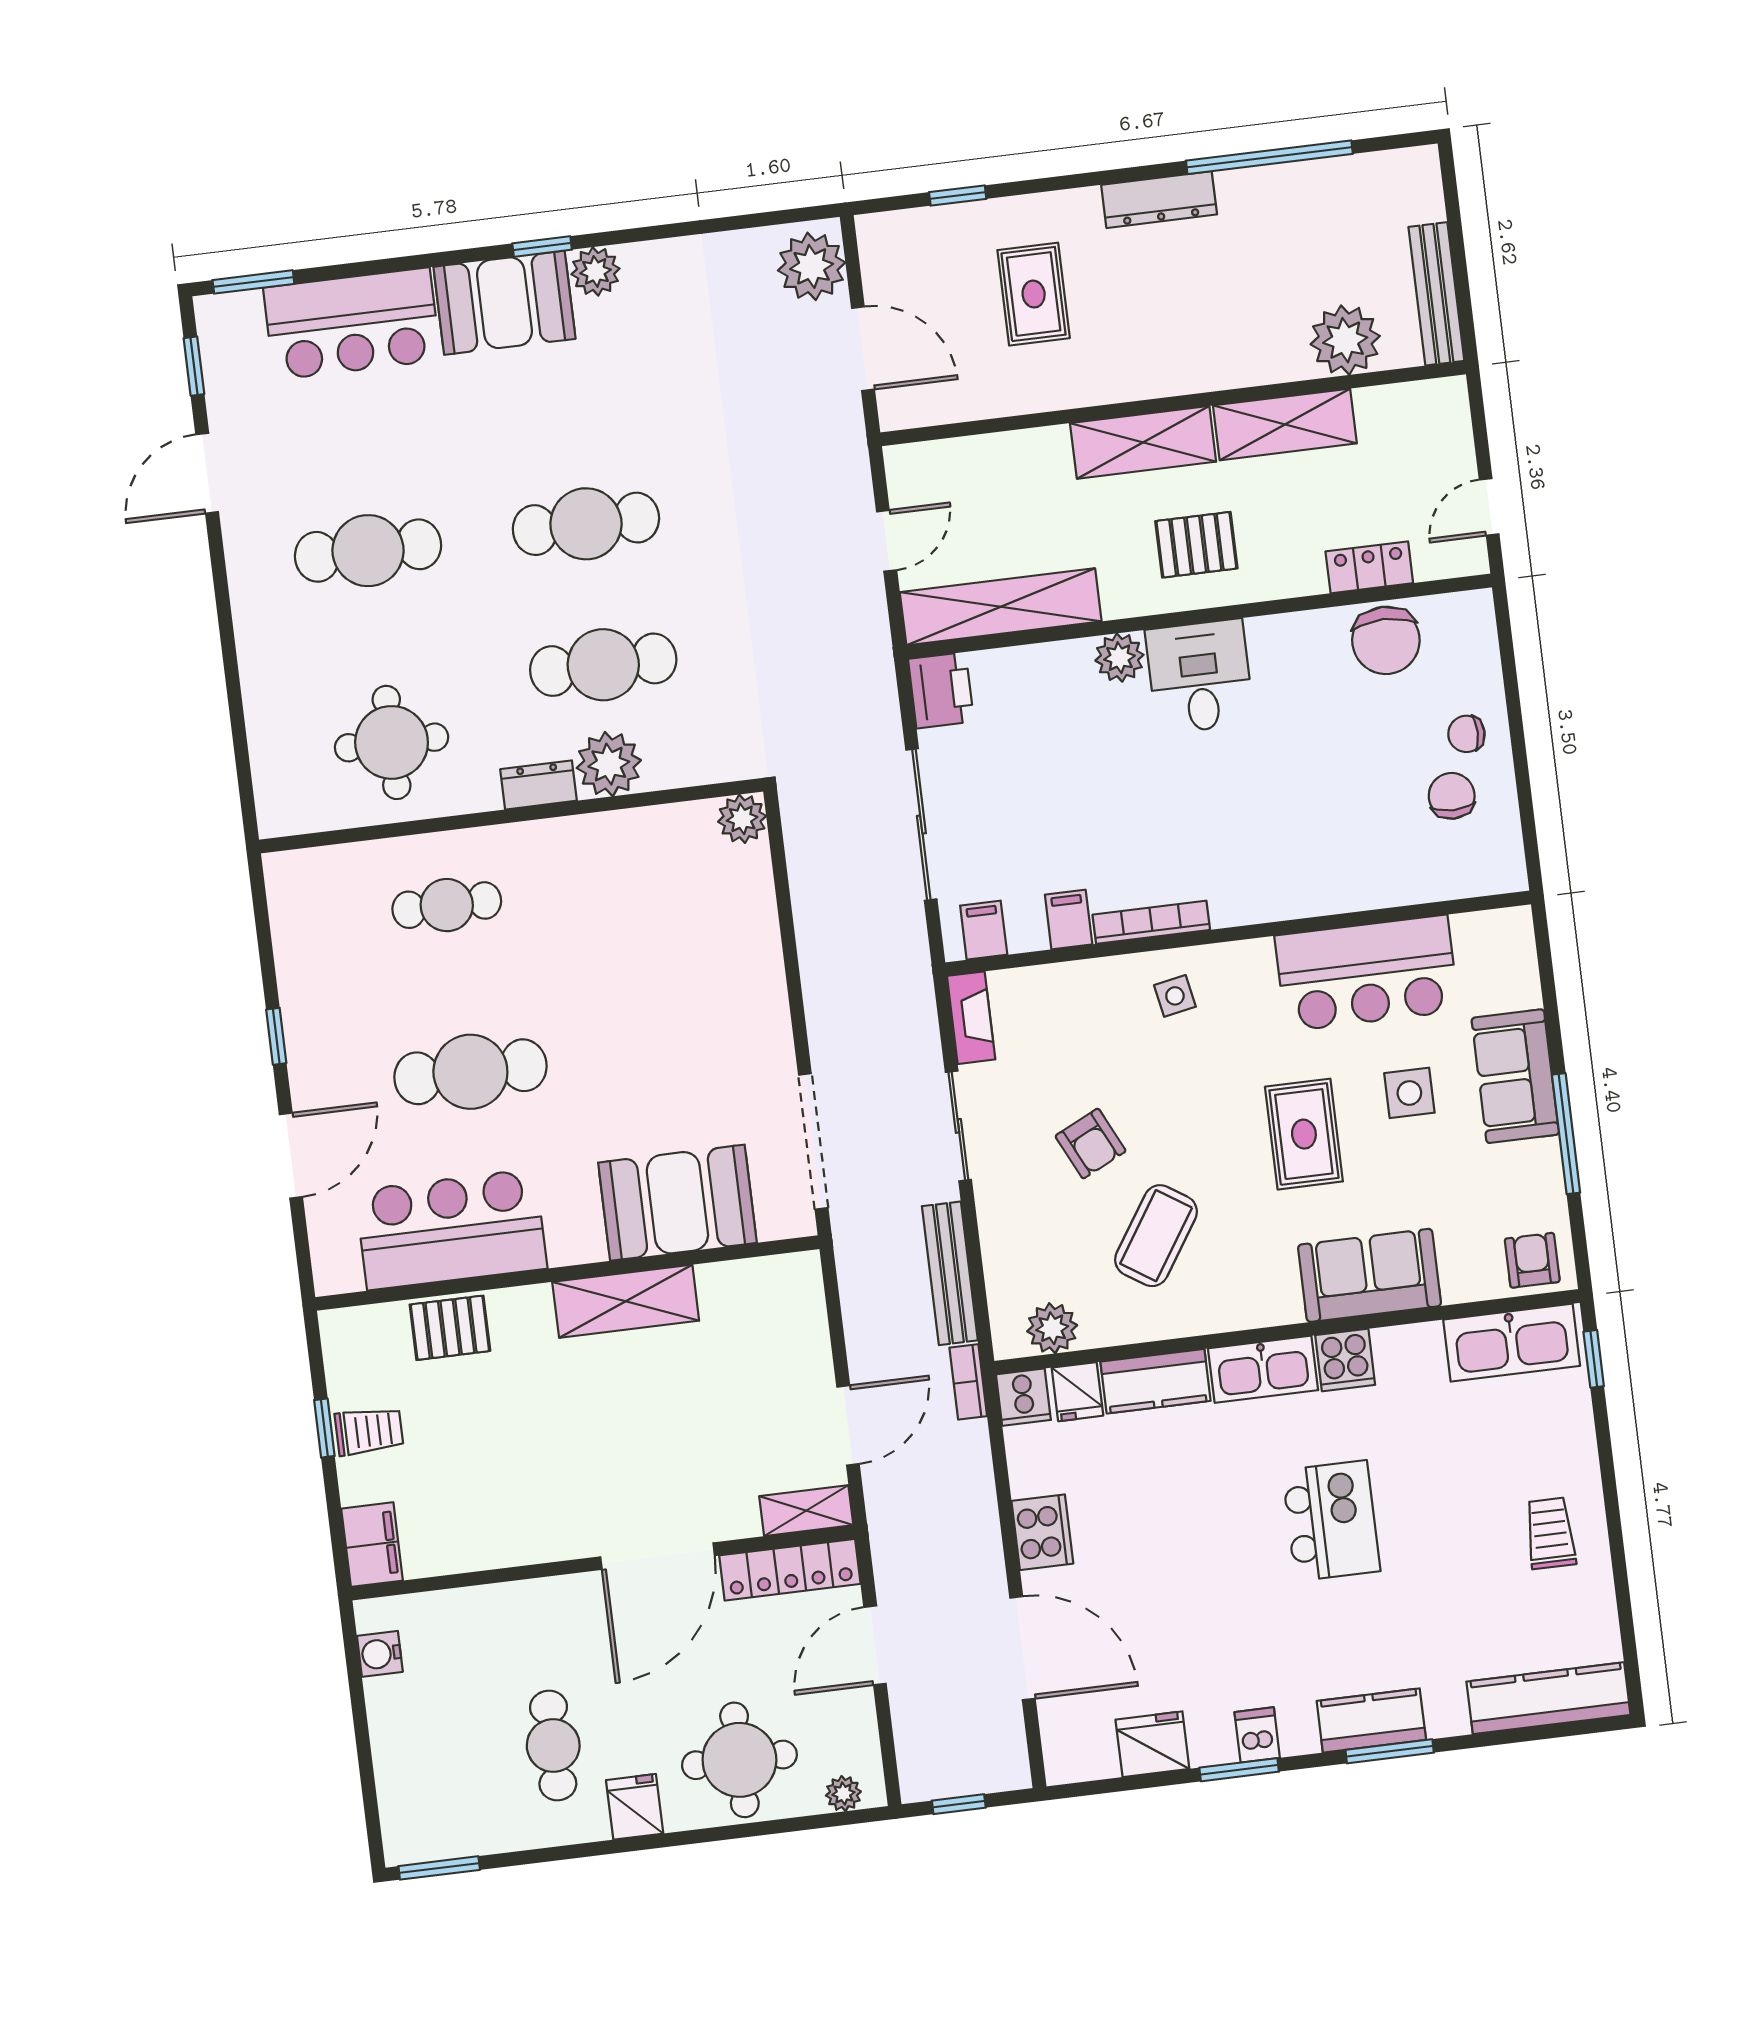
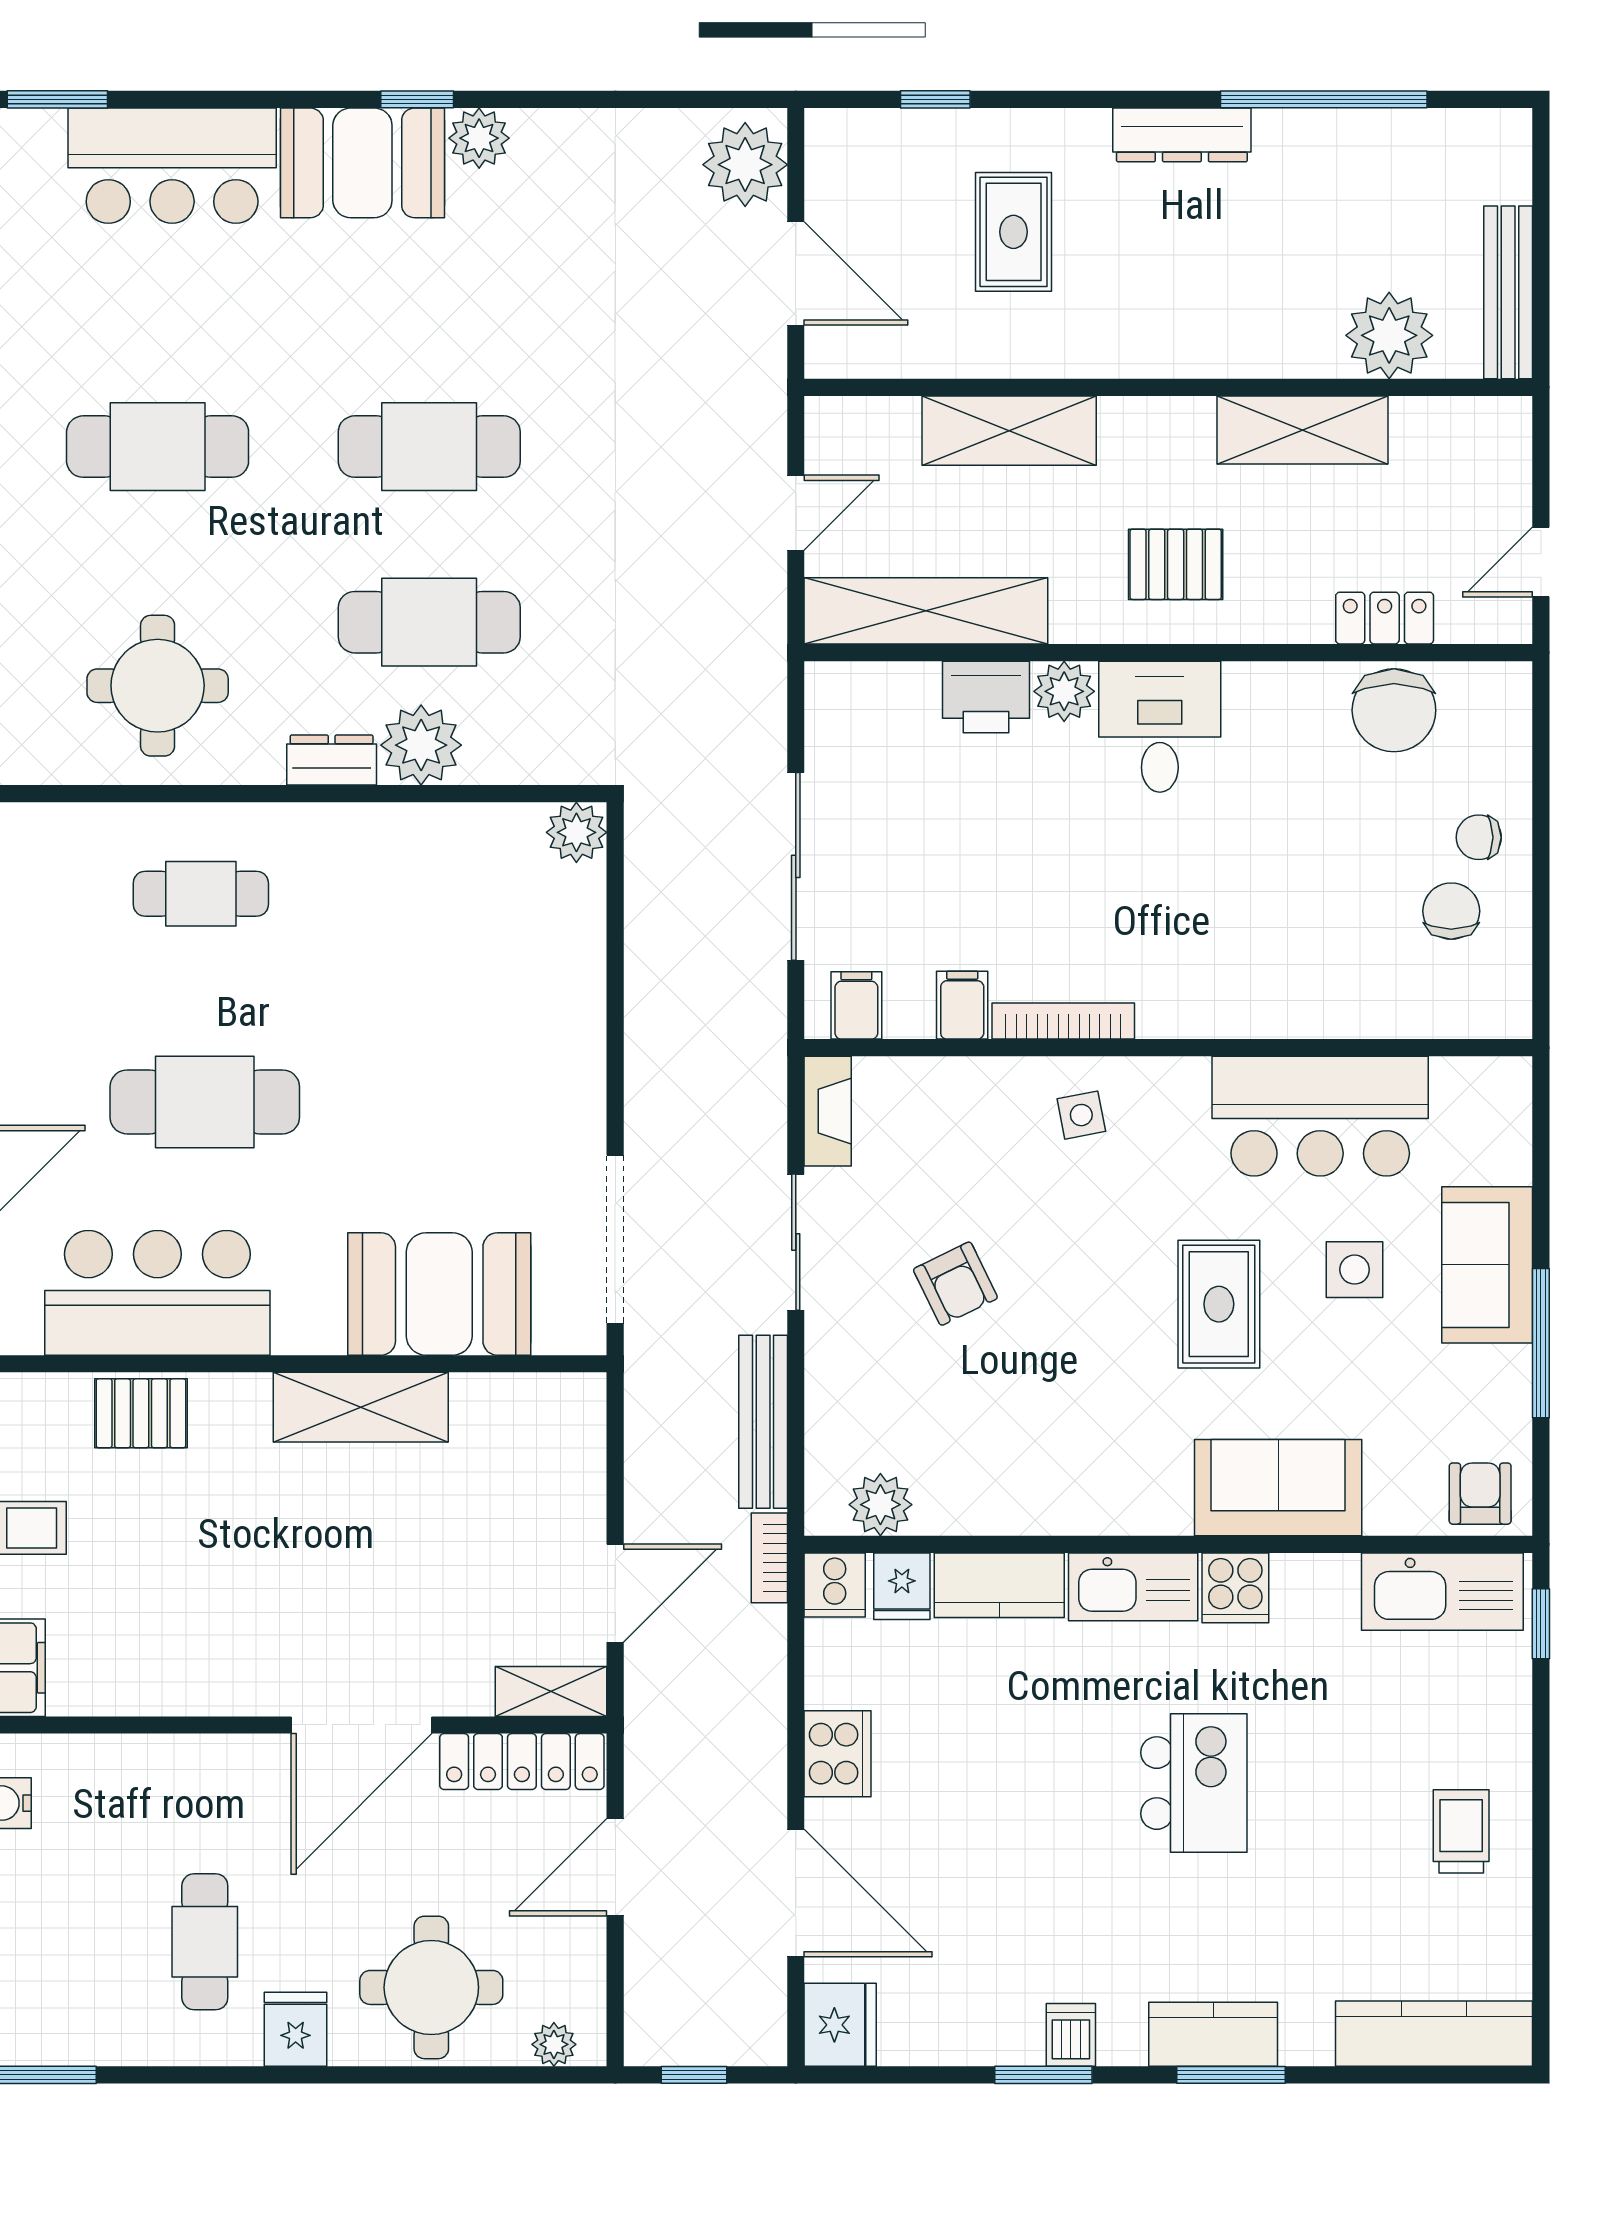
shelving: (1143, 442) -> (1009, 431), moved
printer: (941, 690) -> (986, 697), moved, turned 90
coffee table: (1156, 1236) -> (1022, 1407), removed
fridge: (1152, 1744) -> (840, 2025), moved, turned 90

